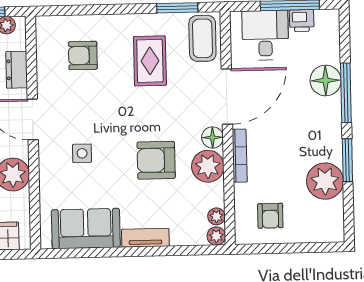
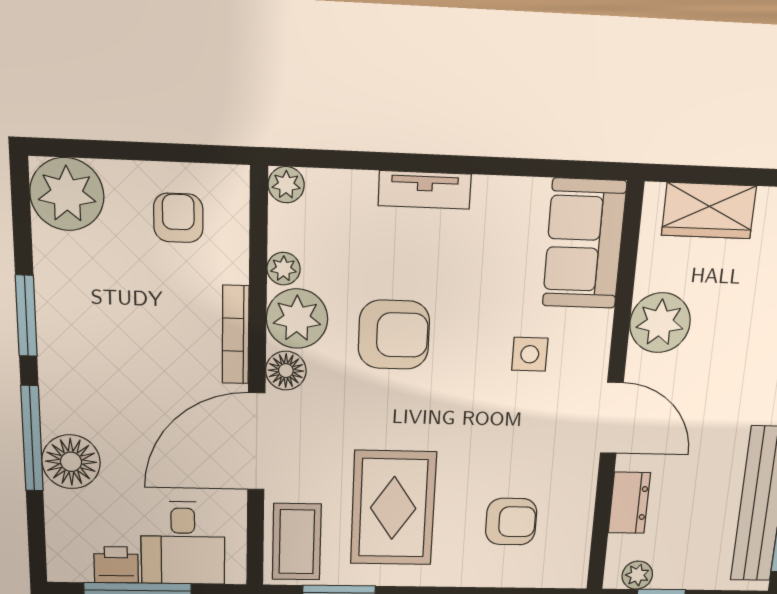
rug: (150, 61) -> (393, 508), width x1.36, depth x1.43
plant: (325, 181) -> (67, 194), moved
plant: (216, 216) -> (284, 269), moved
sofa: (86, 229) -> (584, 244), moved, turned 90

